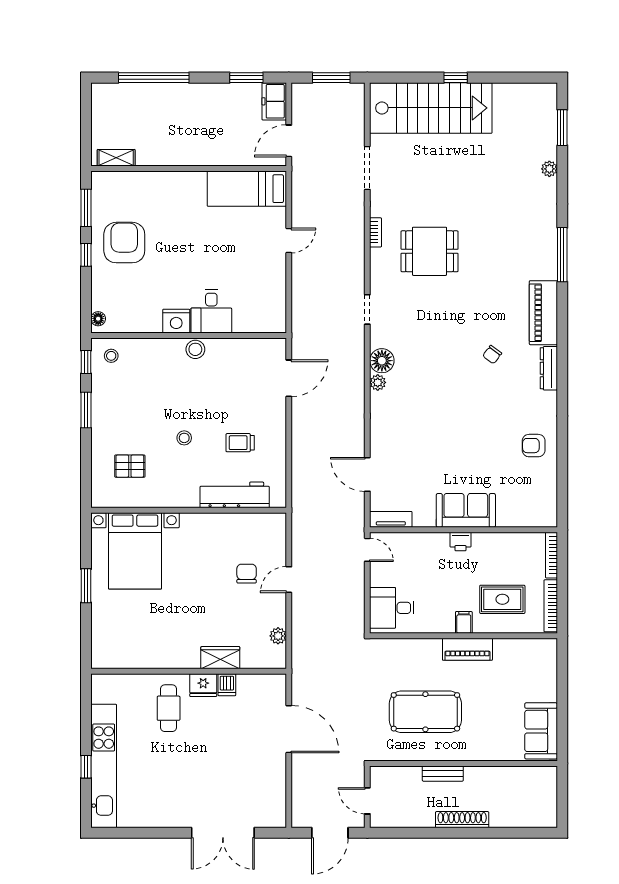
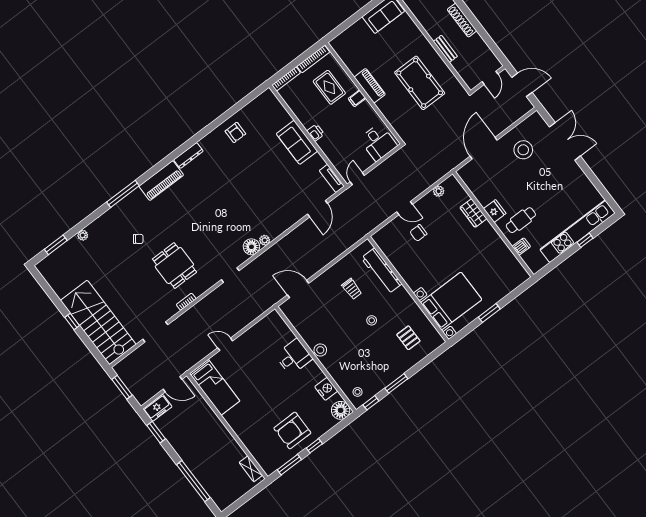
floor lamp: (98, 319) -> (341, 410), width x1.89, depth x1.89
nightstand: (176, 321) -> (326, 389), moved
chair: (492, 355) -> (138, 239), moved
dishwasher: (227, 685) -> (521, 247), moved
stool: (251, 775) -> (523, 150), added

